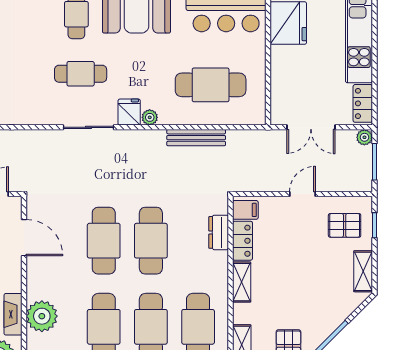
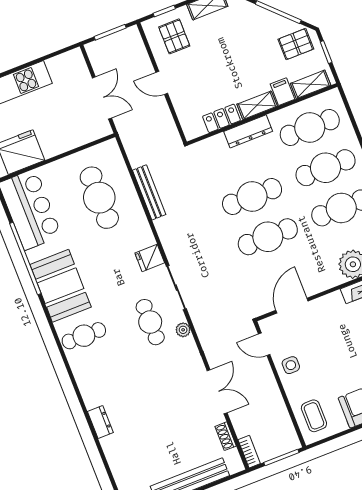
cafe table: (81, 74) -> (150, 322), moved
locker: (363, 103) -> (64, 62), removed
plant: (150, 117) -> (183, 330), moved
plant: (364, 137) -> (93, 49), removed
filing cabinet: (245, 210) -> (283, 92), moved
dresser: (219, 232) -> (248, 131), moved, width x1.44

